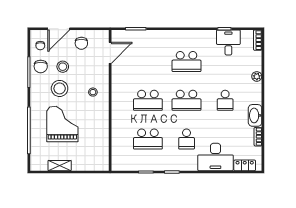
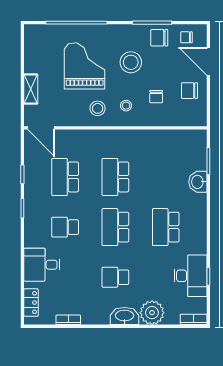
washbasin: (152, 37) -> (198, 182), added
desk: (228, 43) -> (190, 276), width x1.37
door: (110, 53) -> (41, 128), moved
stool: (63, 67) -> (98, 108), moved
chair: (86, 69) -> (156, 97), added
plant: (257, 76) -> (152, 313), width x1.87, depth x1.87
washbasin: (255, 115) -> (124, 316), moved
grand piano: (62, 124) -> (85, 66), turned -90
desk: (215, 157) -> (42, 265), width x0.73
shelving: (60, 166) -> (31, 89), moved

